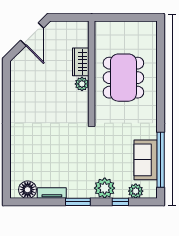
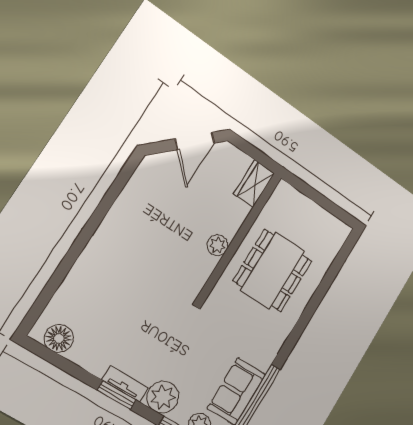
wardrobe: (81, 62) -> (254, 184), moved
tv unit: (52, 193) -> (125, 384), moved

